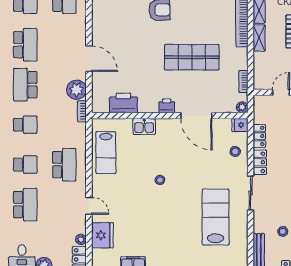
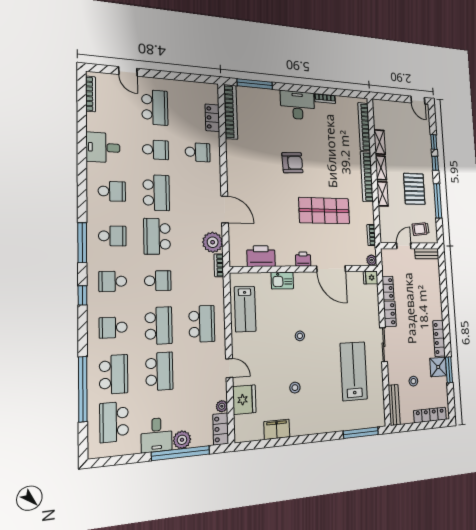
stool: (235, 151) -> (295, 388), moved
school desk: (25, 165) -> (159, 326), width x1.85

